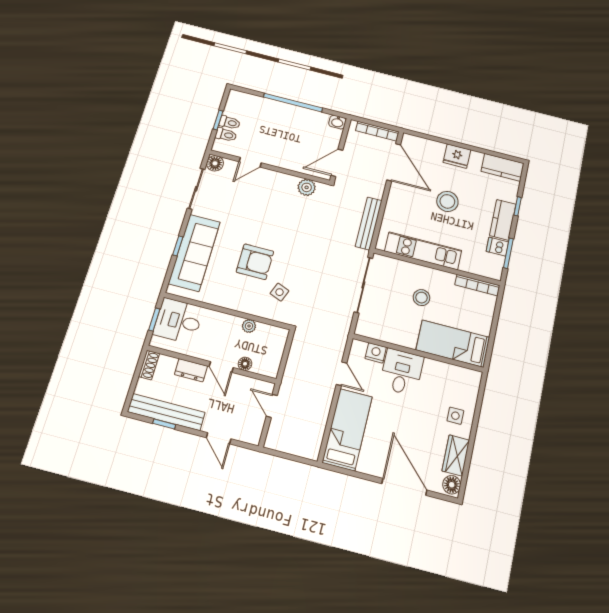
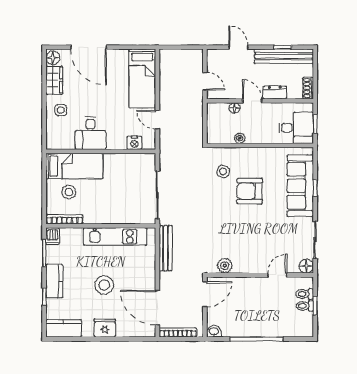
dishwasher: (497, 247) -> (53, 236), moved, turned 90
stool: (421, 298) -> (69, 192), moved
desk: (402, 372) -> (90, 133), moved

